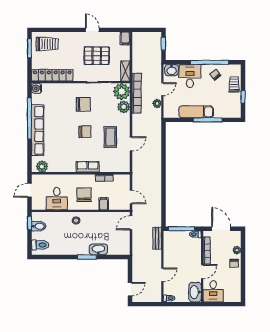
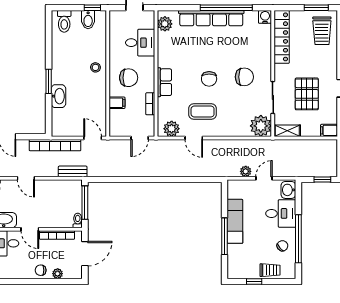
door: (162, 89) -> (264, 178), swing flipped
bookcase: (137, 93) -> (55, 145), moved
chair: (83, 104) -> (244, 77), turned -90
plant: (124, 107) -> (172, 129), moved
door: (131, 197) -> (140, 138), moved
desk: (57, 199) -> (140, 43), moved, turned 180

